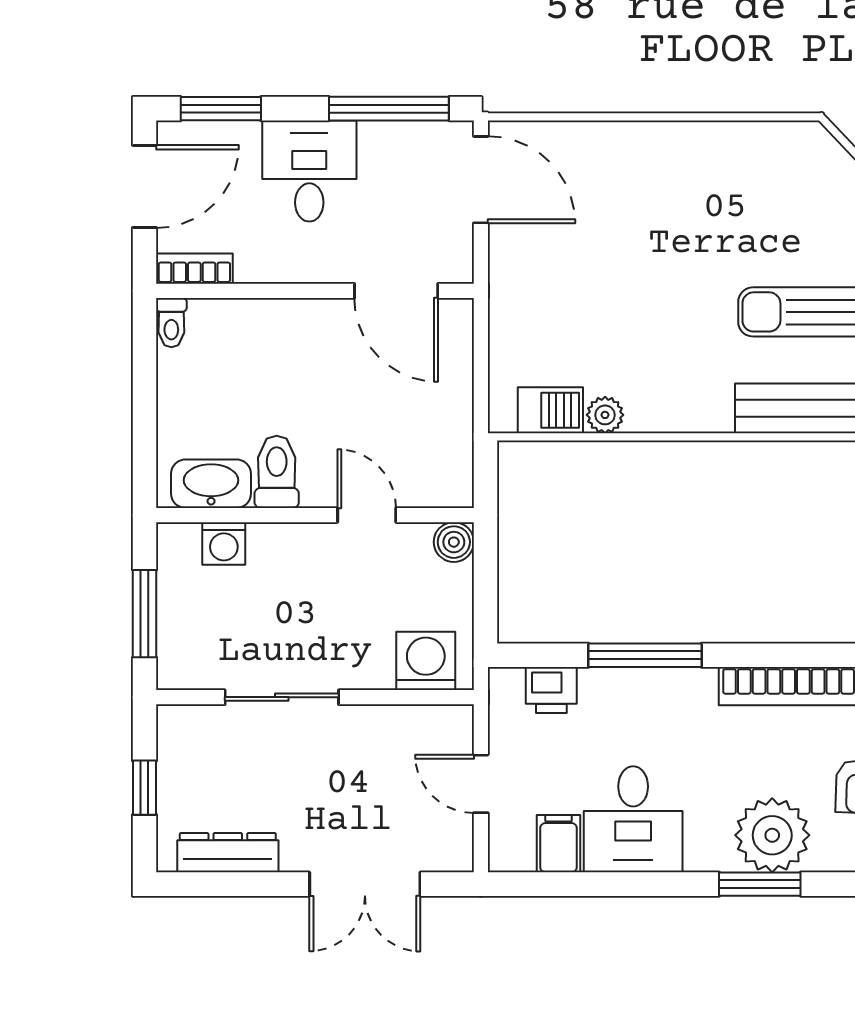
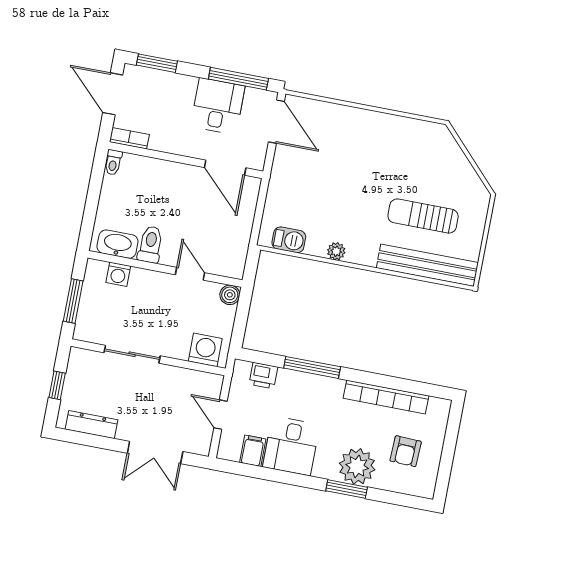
desk: (309, 171) -> (218, 106), moved
door: (144, 186) -> (113, 94), swing flipped
plant: (605, 415) -> (336, 251), moved

